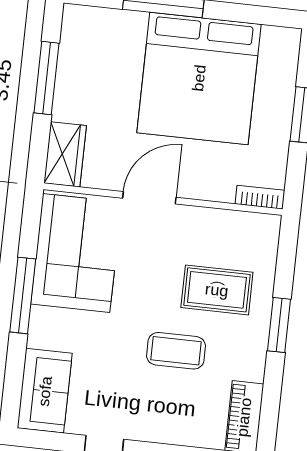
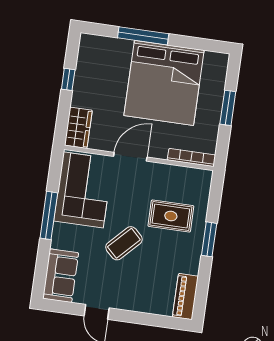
window: (46, 78) -> (68, 79), width x0.46
bookcase: (260, 197) -> (191, 157), width x1.56
coffee table: (176, 351) -> (124, 243), moved, turned -46

